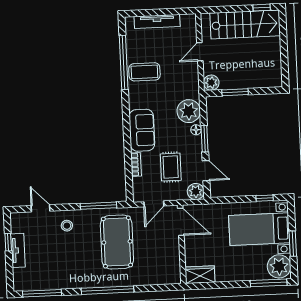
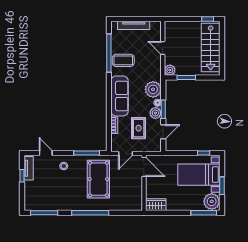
stairs: (245, 24) -> (211, 48), moved, turned 90
door: (200, 52) -> (163, 48), hinge flipped
sofa: (142, 130) -> (119, 96), width x1.36
door: (206, 171) -> (163, 132), hinge flipped
plant: (196, 192) -> (155, 113), moved
tv unit: (18, 250) -> (29, 168), moved

